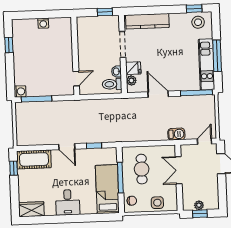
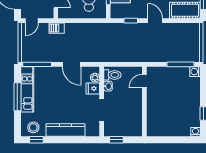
kitchen counter: (147, 21) -> (65, 130), moved
washing machine: (43, 23) -> (196, 132), moved

